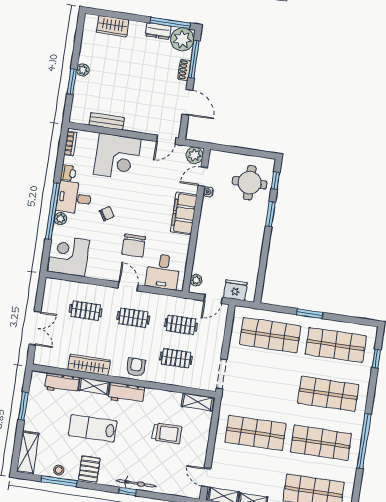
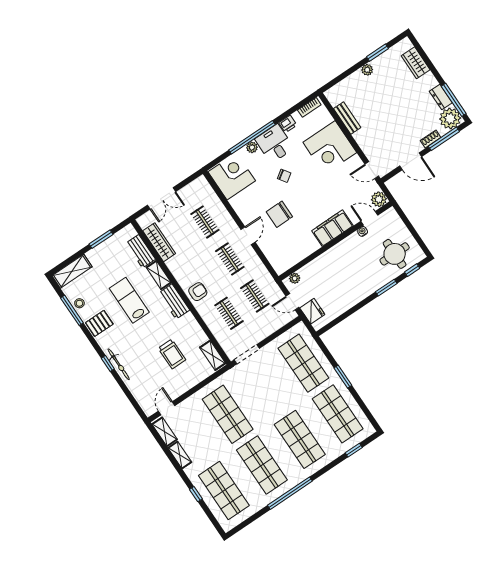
window: (72, 82) -> (378, 53), moved
door: (187, 102) -> (411, 161), hinge flipped
desk: (163, 272) -> (280, 250), removed
wardrobe: (89, 365) -> (159, 242), moved

